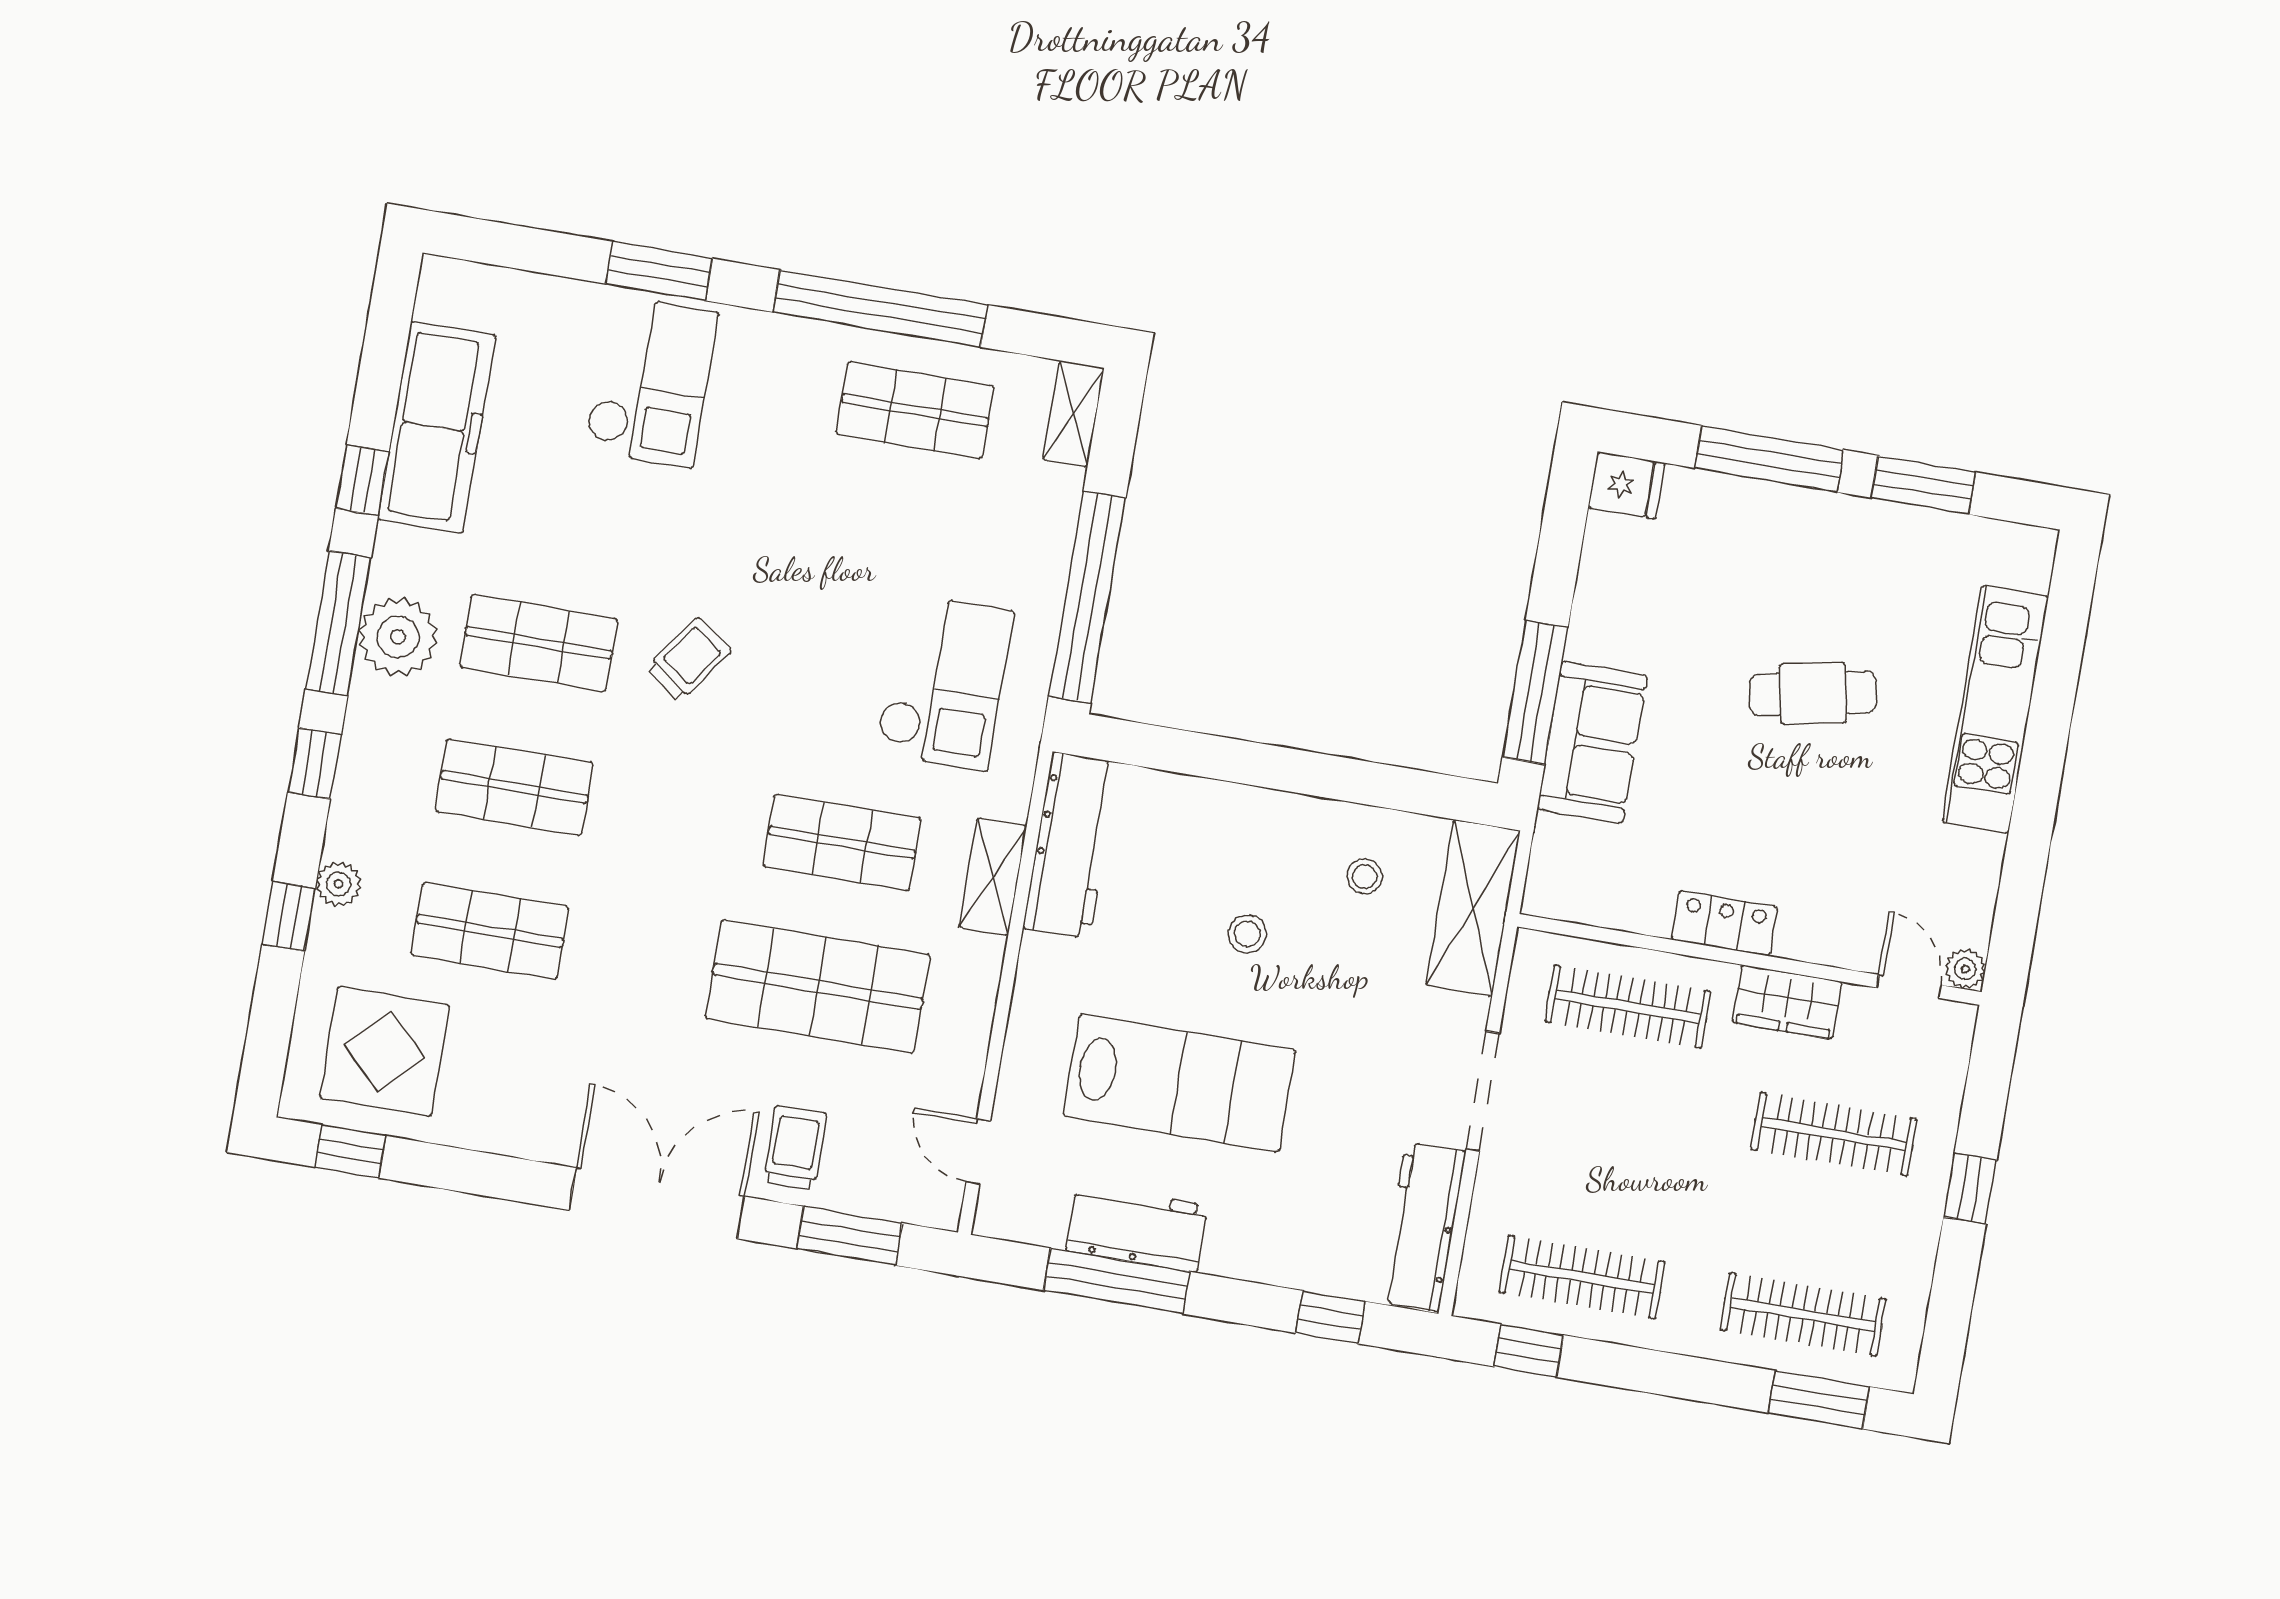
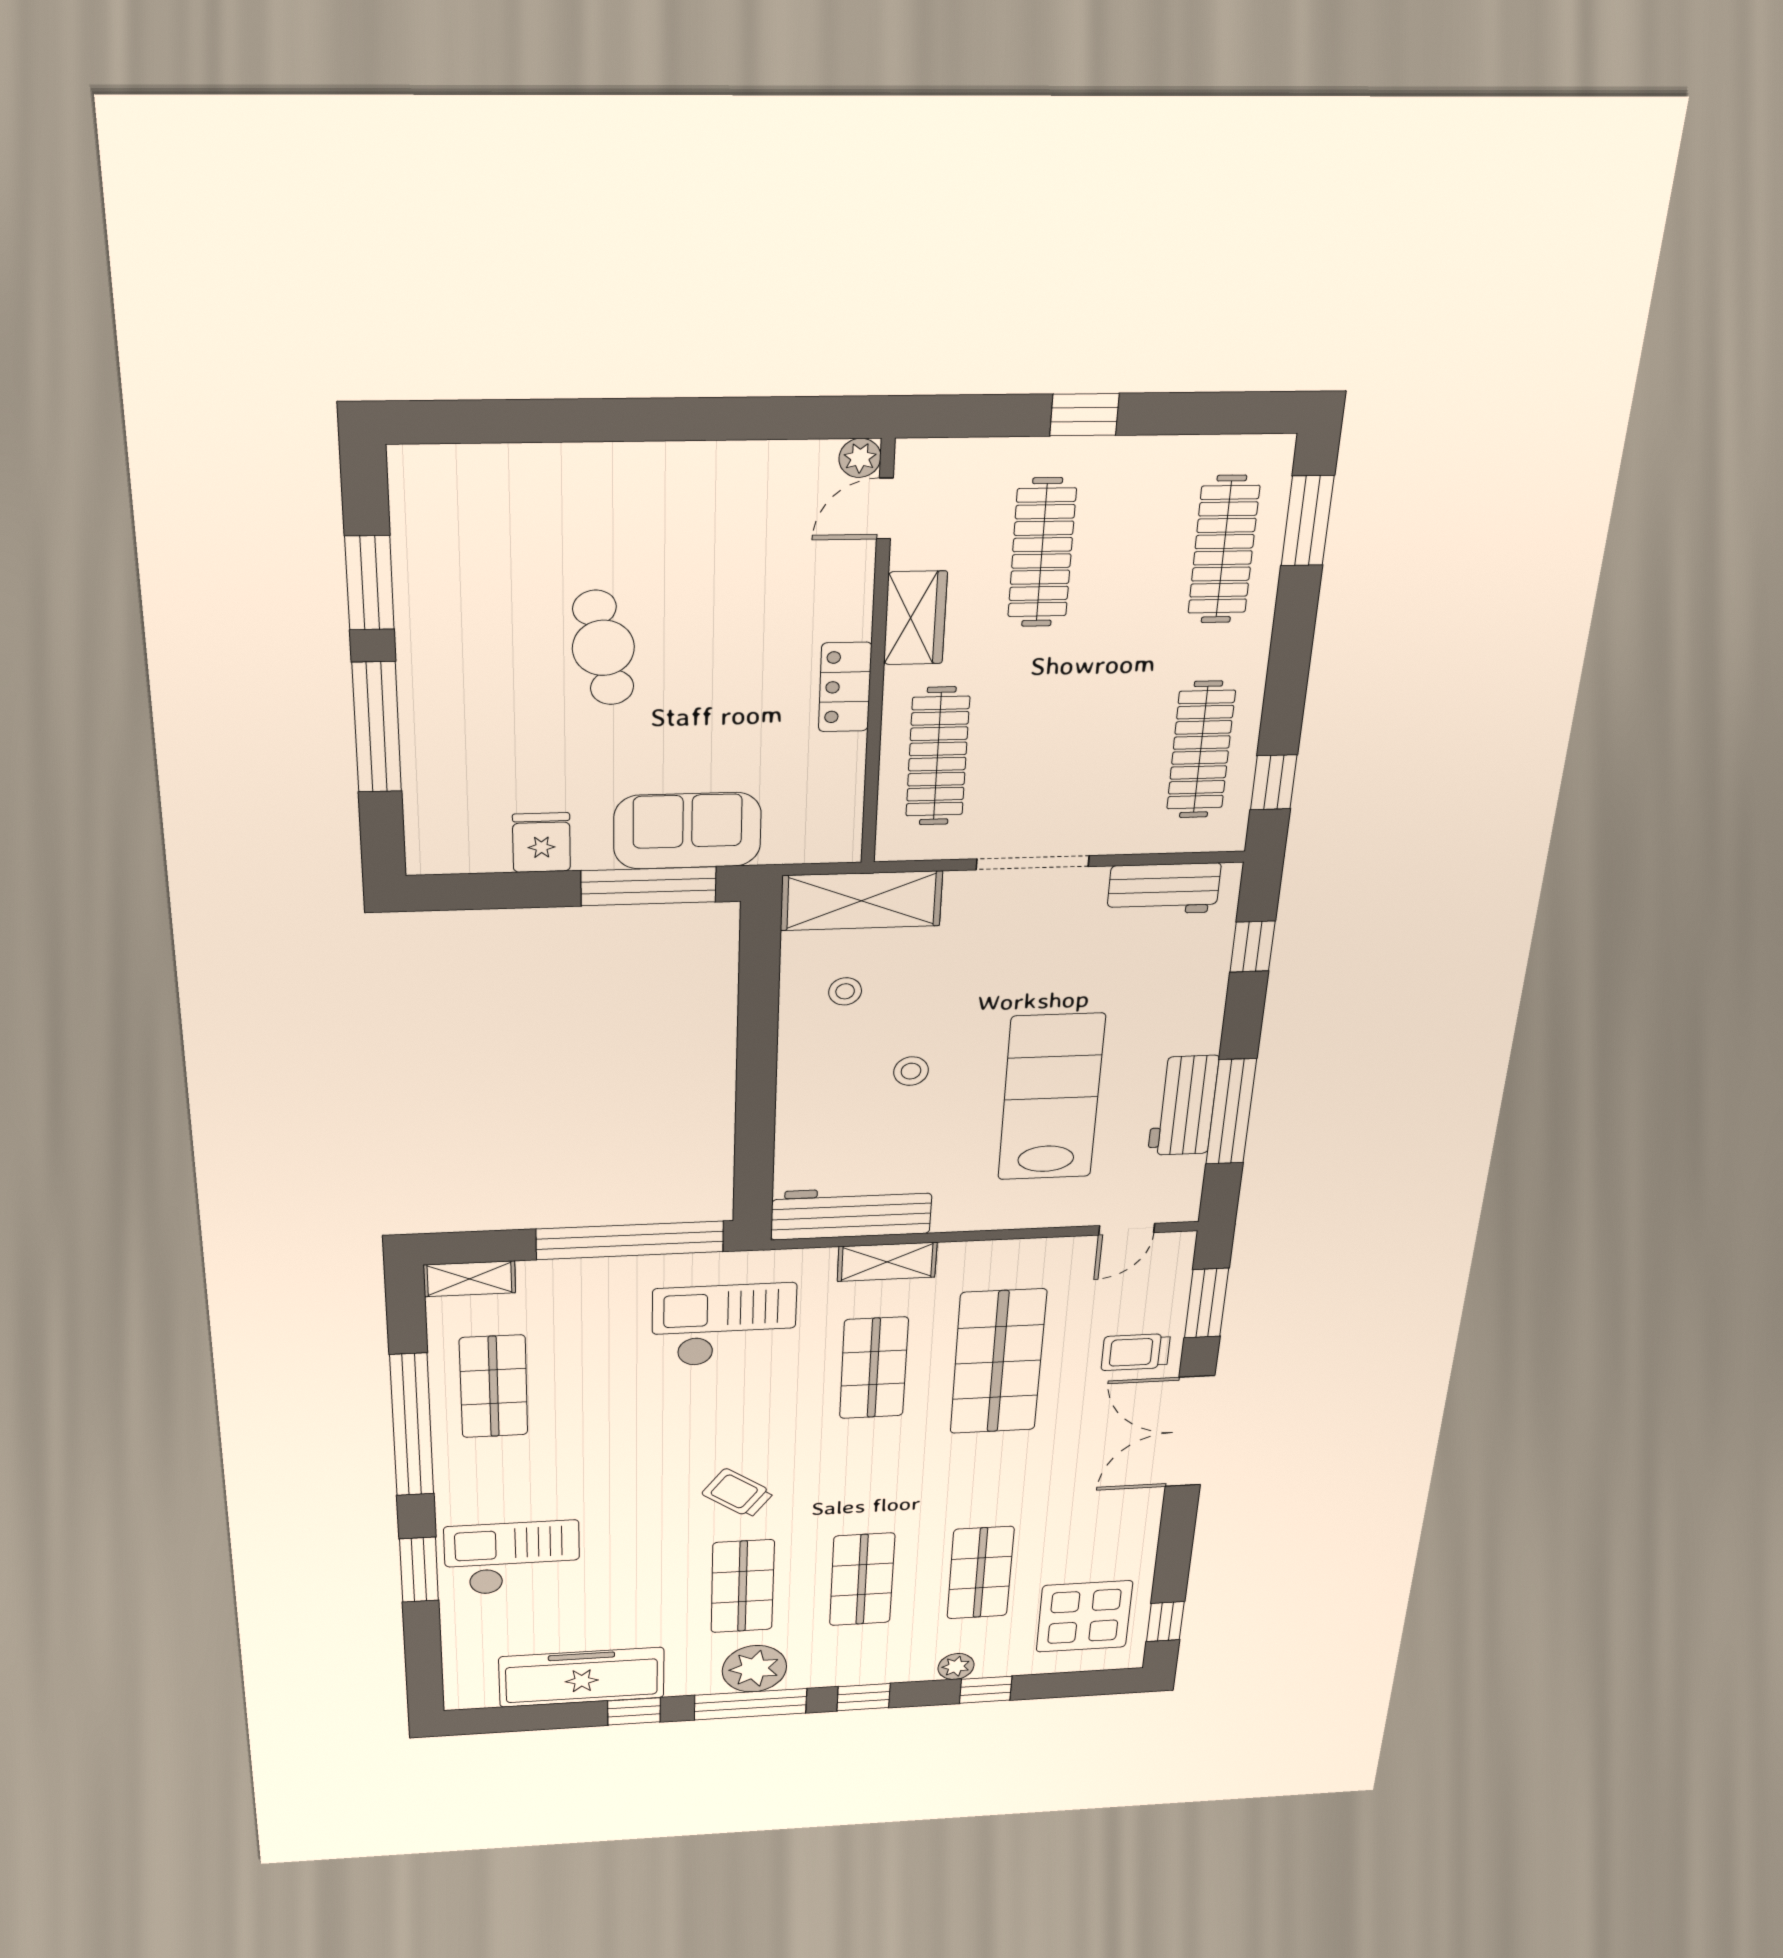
fridge: (1626, 485) -> (541, 843), moved
kitchen unit: (1995, 709) -> (587, 475), removed
workbench: (1422, 1227) -> (1164, 889), width x0.73

